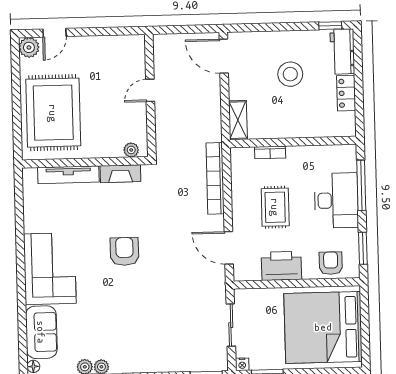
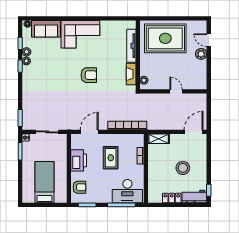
plant: (29, 47) -> (201, 54), moved
desk: (336, 200) -> (127, 191), moved
rug: (275, 207) -> (111, 158), turned 90
bed: (323, 327) -> (45, 182), width x0.49

